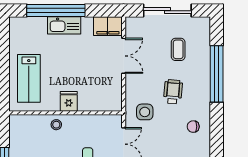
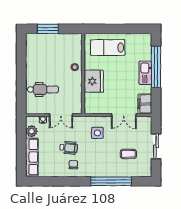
sliding door: (167, 11) -> (156, 146), width x0.73
wheelchair: (173, 92) -> (69, 148), moved
fridge: (69, 101) -> (94, 81), width x1.88, depth x1.34
side table: (145, 112) -> (97, 133), moved

